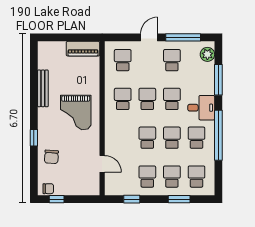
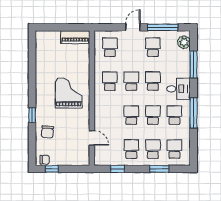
bench: (43, 88) -> (40, 72), removed
grand piano: (76, 112) -> (69, 93), turned 180
window: (218, 135) -> (194, 113), width x0.68

